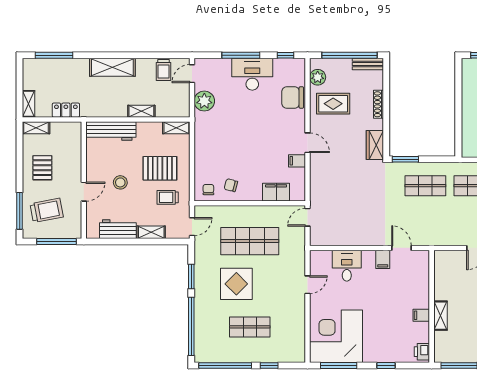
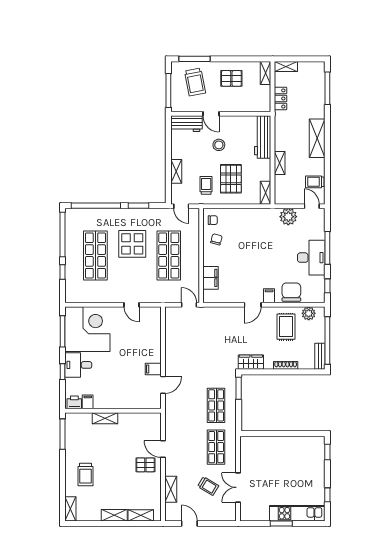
filing cabinet: (297, 161) -> (269, 296), moved
workbench: (118, 229) -> (186, 124), moved, turned 90
desk: (347, 266) -> (78, 365), moved, turned 180
filing cabinet: (421, 315) -> (88, 402), moved
shop shelf: (250, 327) -> (95, 255), width x1.43, depth x1.36

